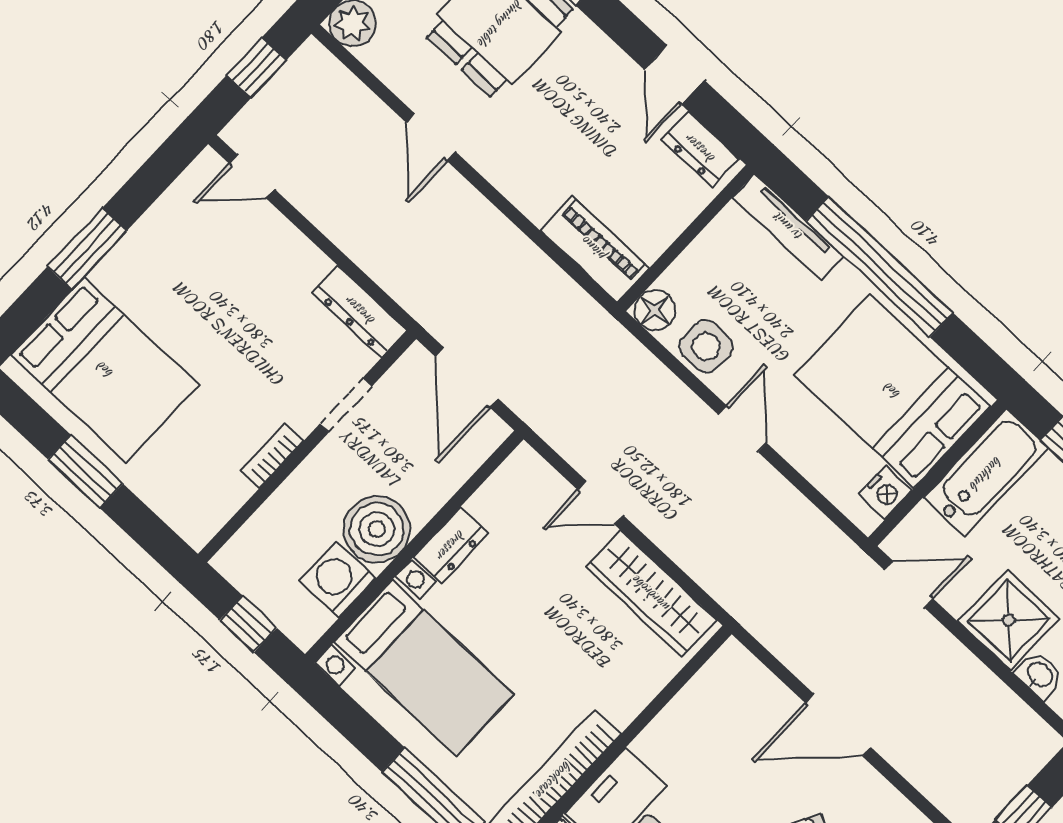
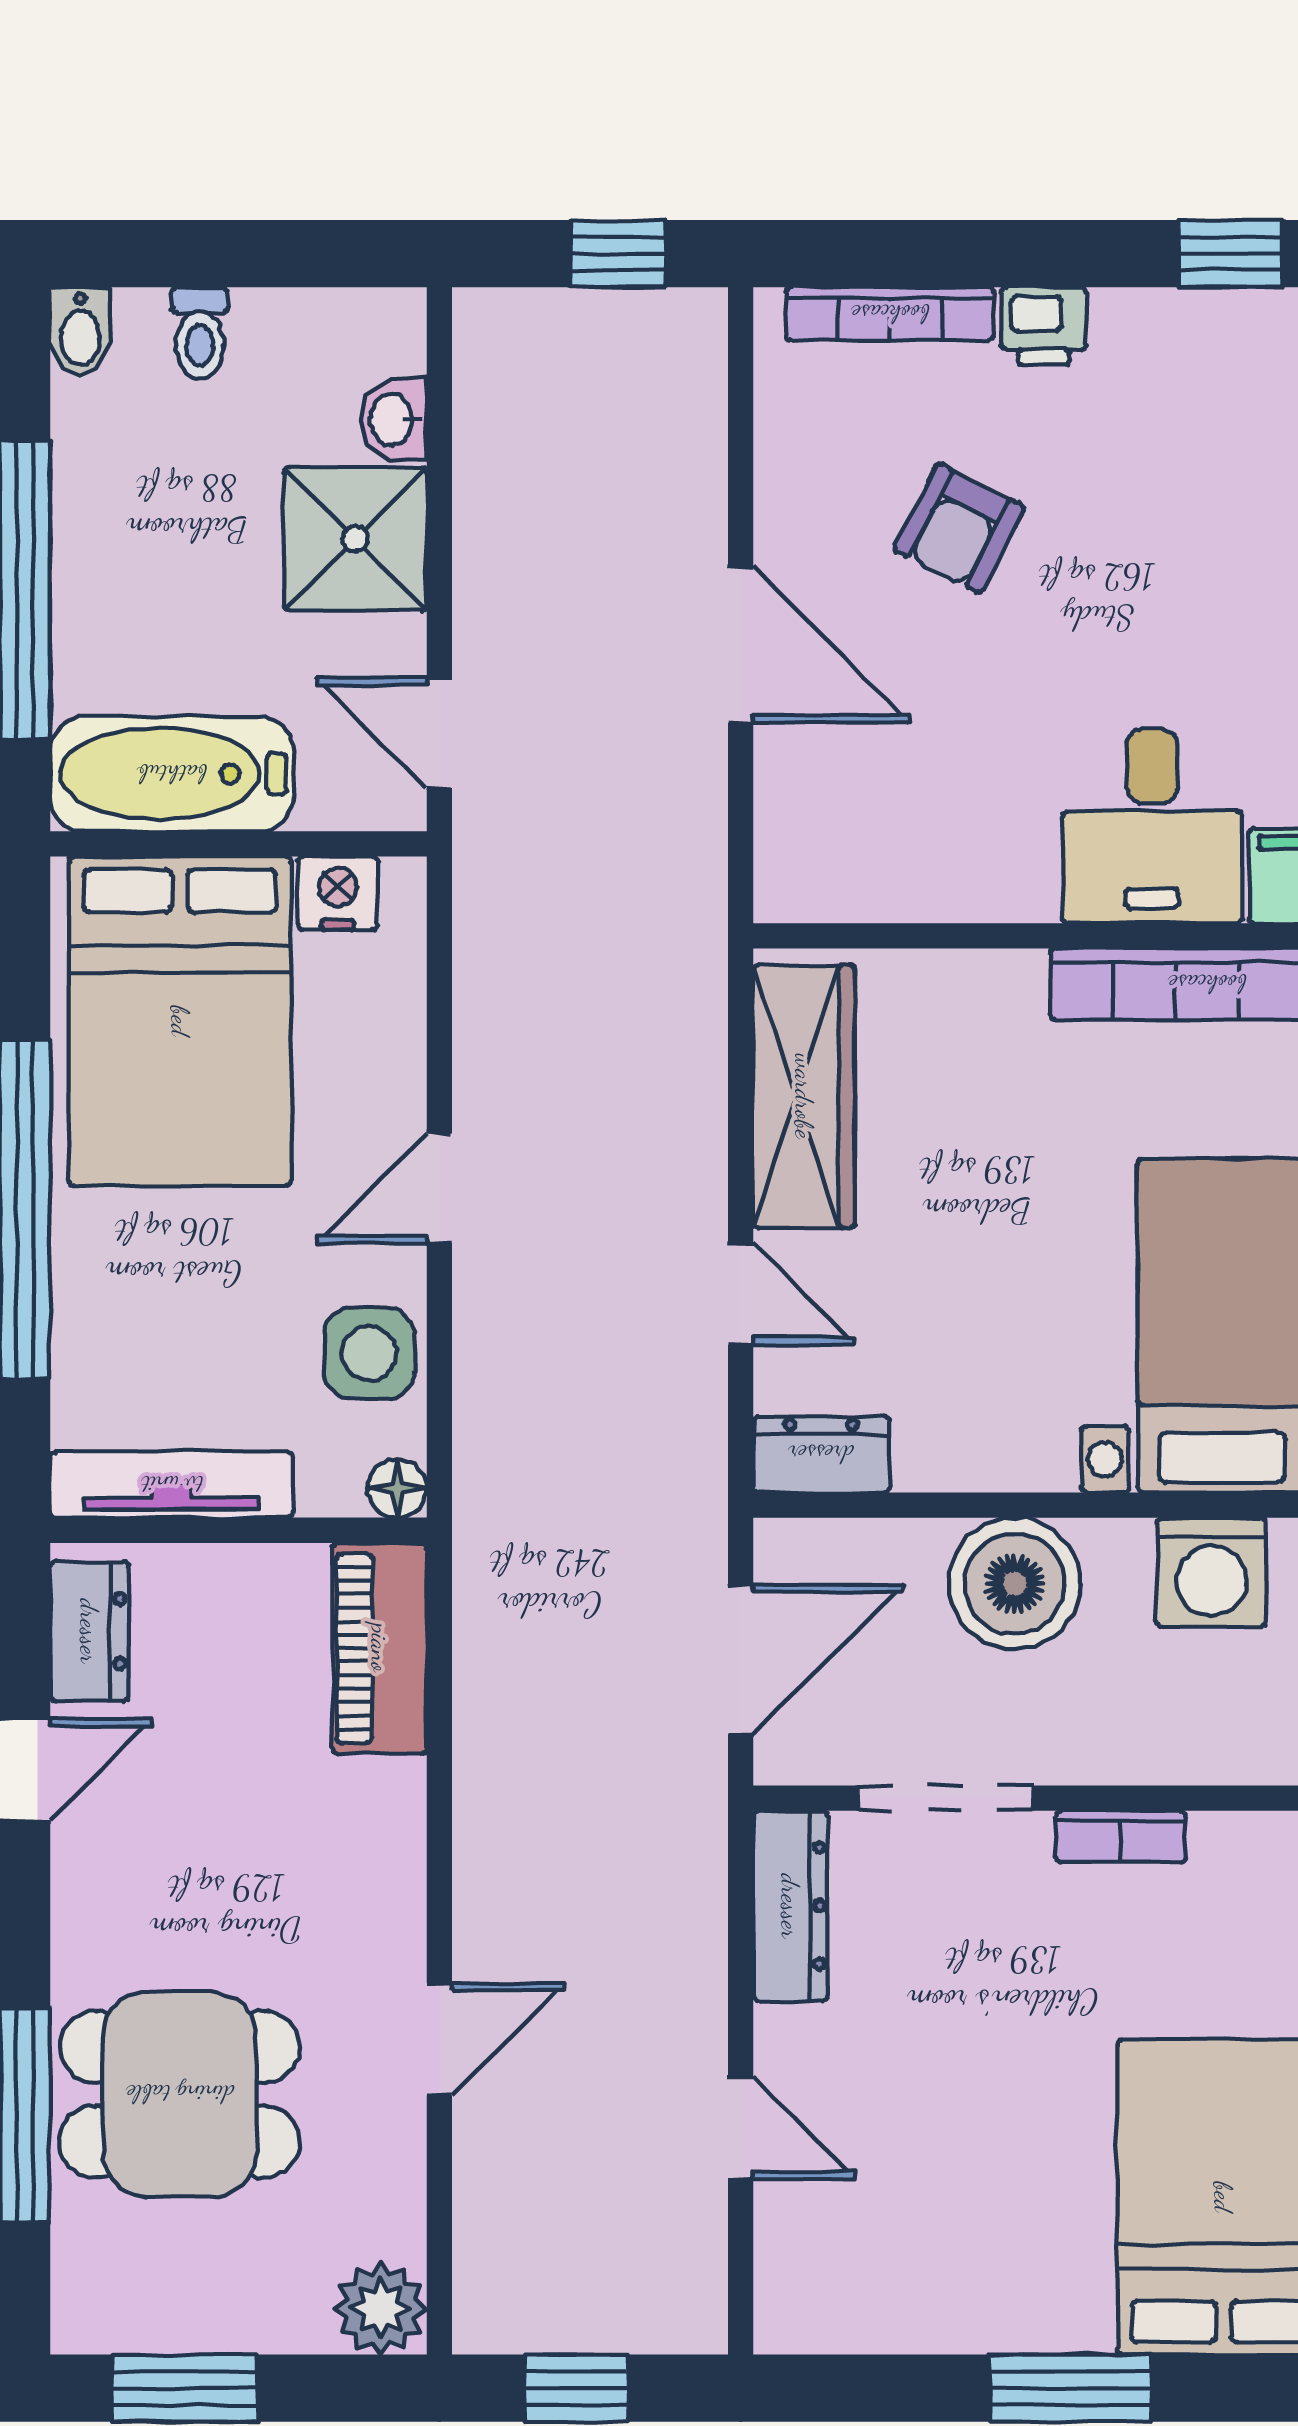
door: (252, 176) -> (741, 2128), moved
tv unit: (788, 227) -> (172, 1485), moved, turned -90
floor lamp: (655, 310) -> (397, 1488), width x0.73, depth x0.73
doorway: (346, 405) -> (945, 1798), width x1.38
boiler: (377, 529) -> (1015, 1584), moved
dresser: (451, 545) -> (821, 1454), moved

